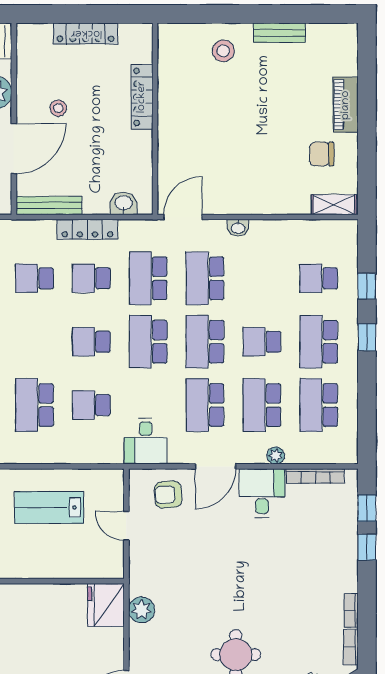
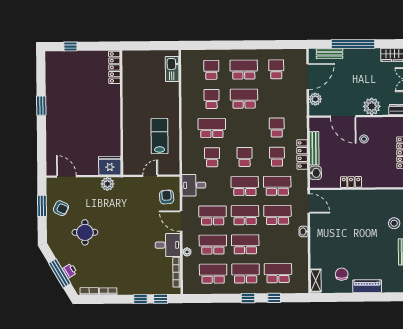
locker: (142, 97) -> (351, 182), moved, width x0.66
bench: (49, 206) -> (314, 148), moved
school desk: (319, 278) -> (278, 273), width x1.85
school desk: (262, 342) -> (245, 244), width x1.85

